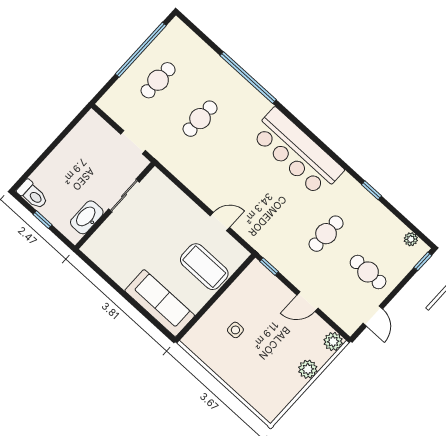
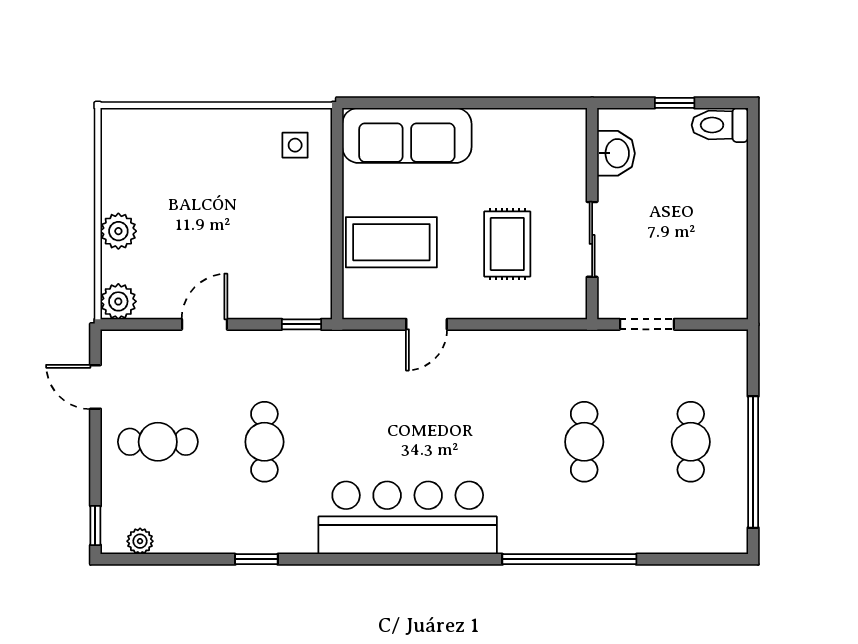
washbasin: (87, 217) -> (616, 153), width x0.72
rug: (159, 224) -> (507, 244), added
side table: (235, 330) -> (295, 145), moved

